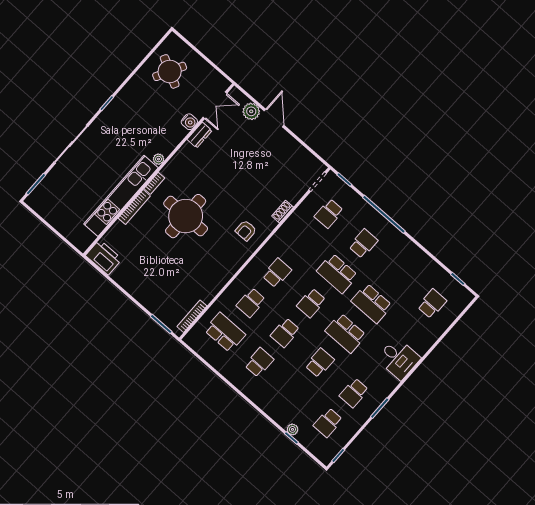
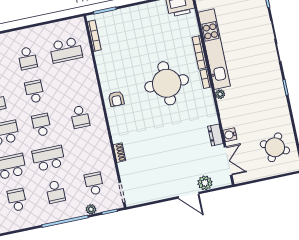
double door: (215, 105) -> (228, 161), swing flipped
plant: (355, 199) -> (91, 209), added
armchair: (246, 231) -> (116, 99), moved, turned 180
school desk: (251, 303) -> (17, 200), moved

